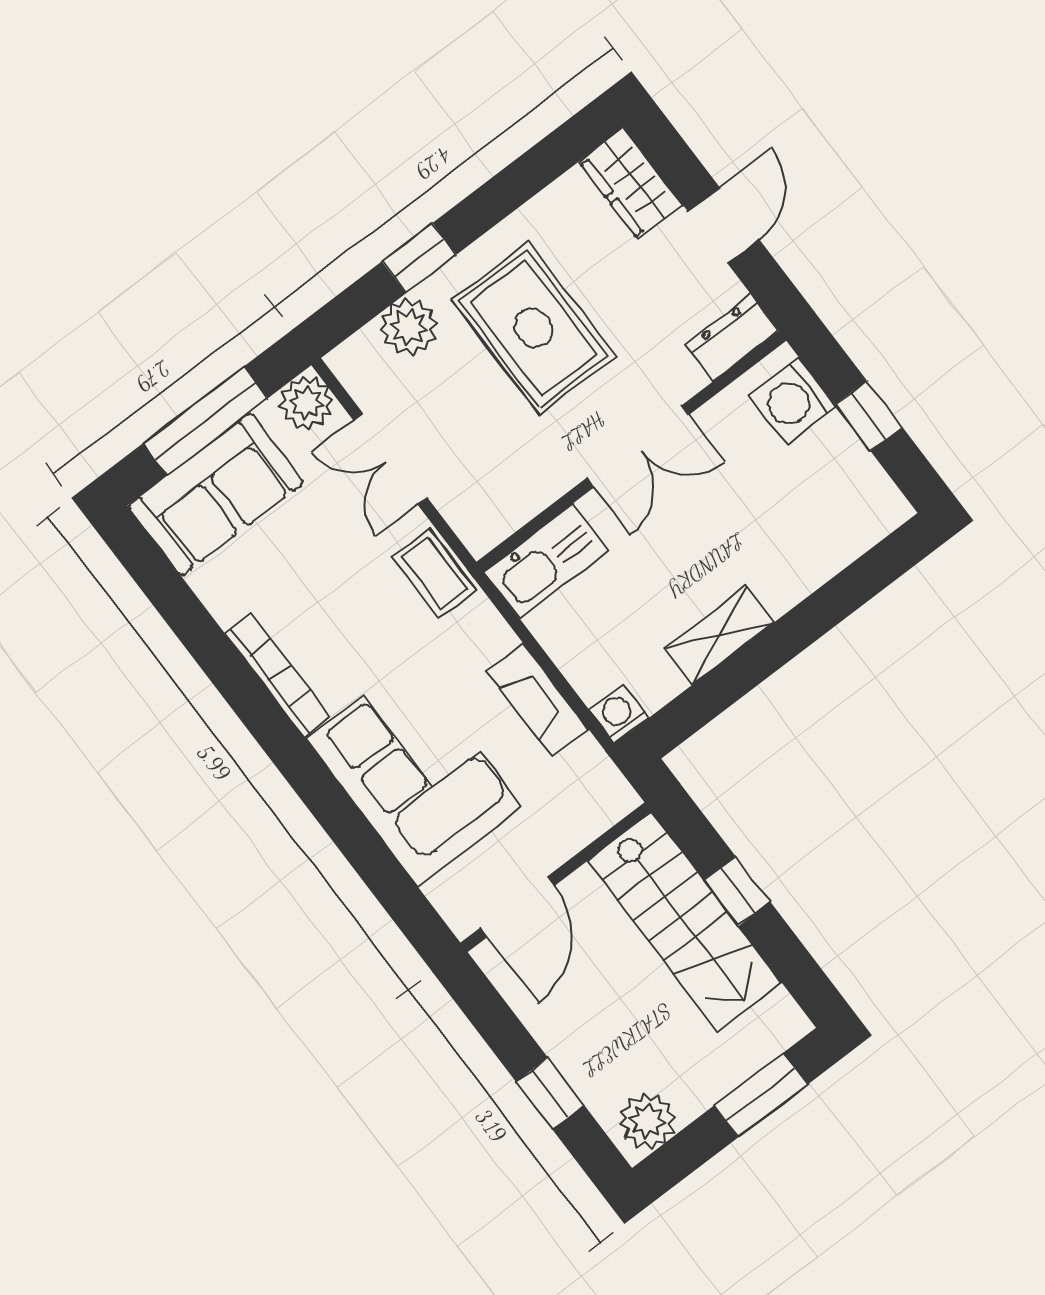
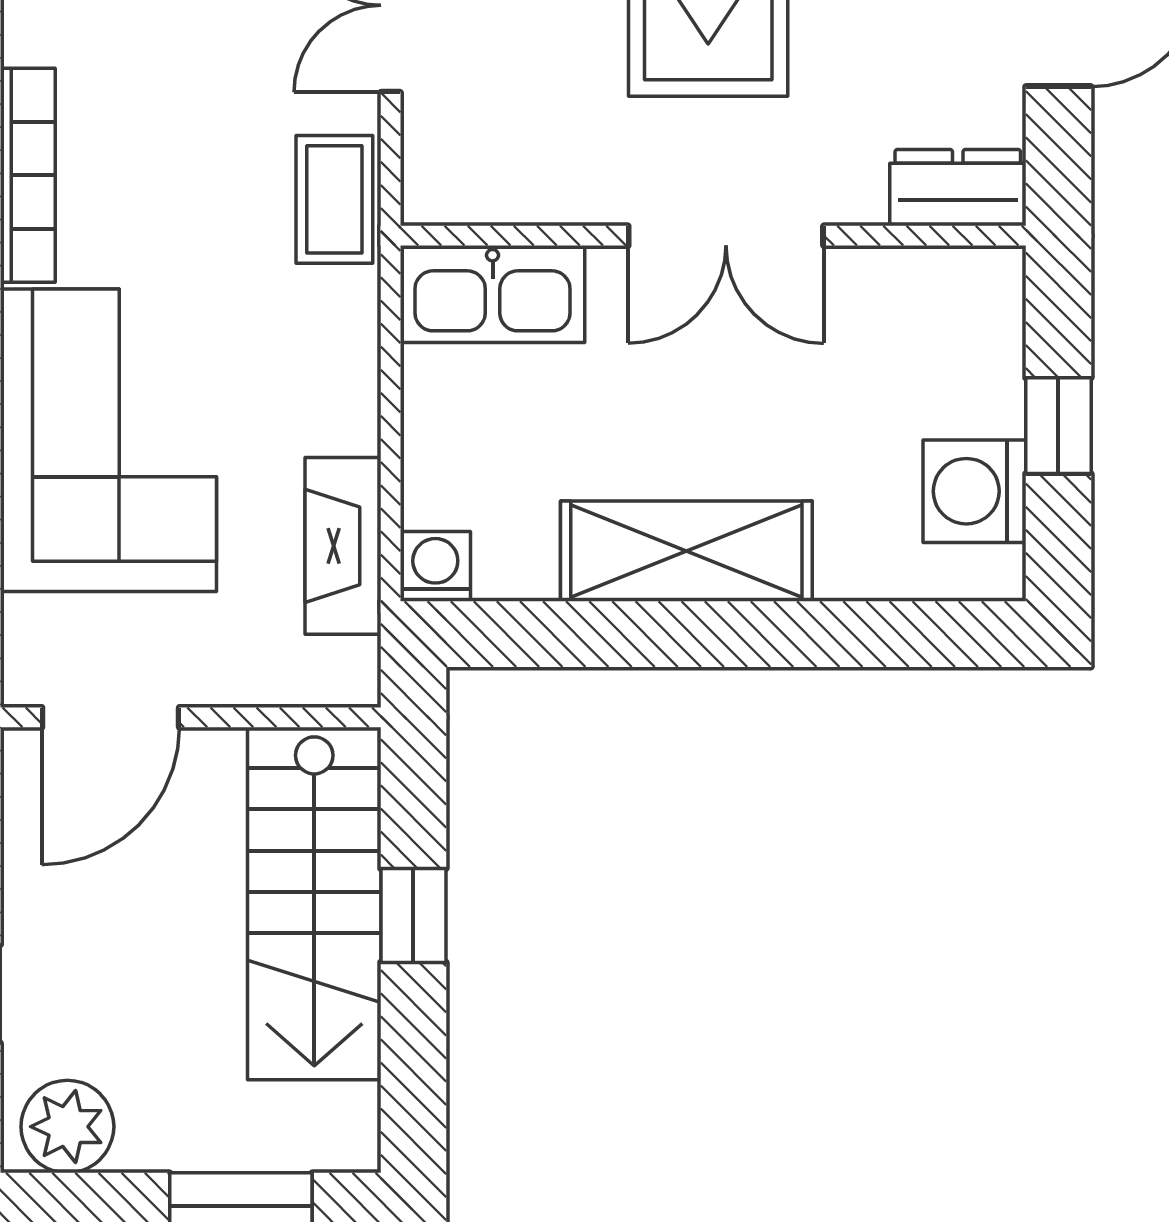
washing machine: (793, 400) -> (974, 491), moved
shelving: (719, 635) -> (686, 551), width x1.50, depth x1.33
fireplace: (538, 700) -> (343, 546), moved

